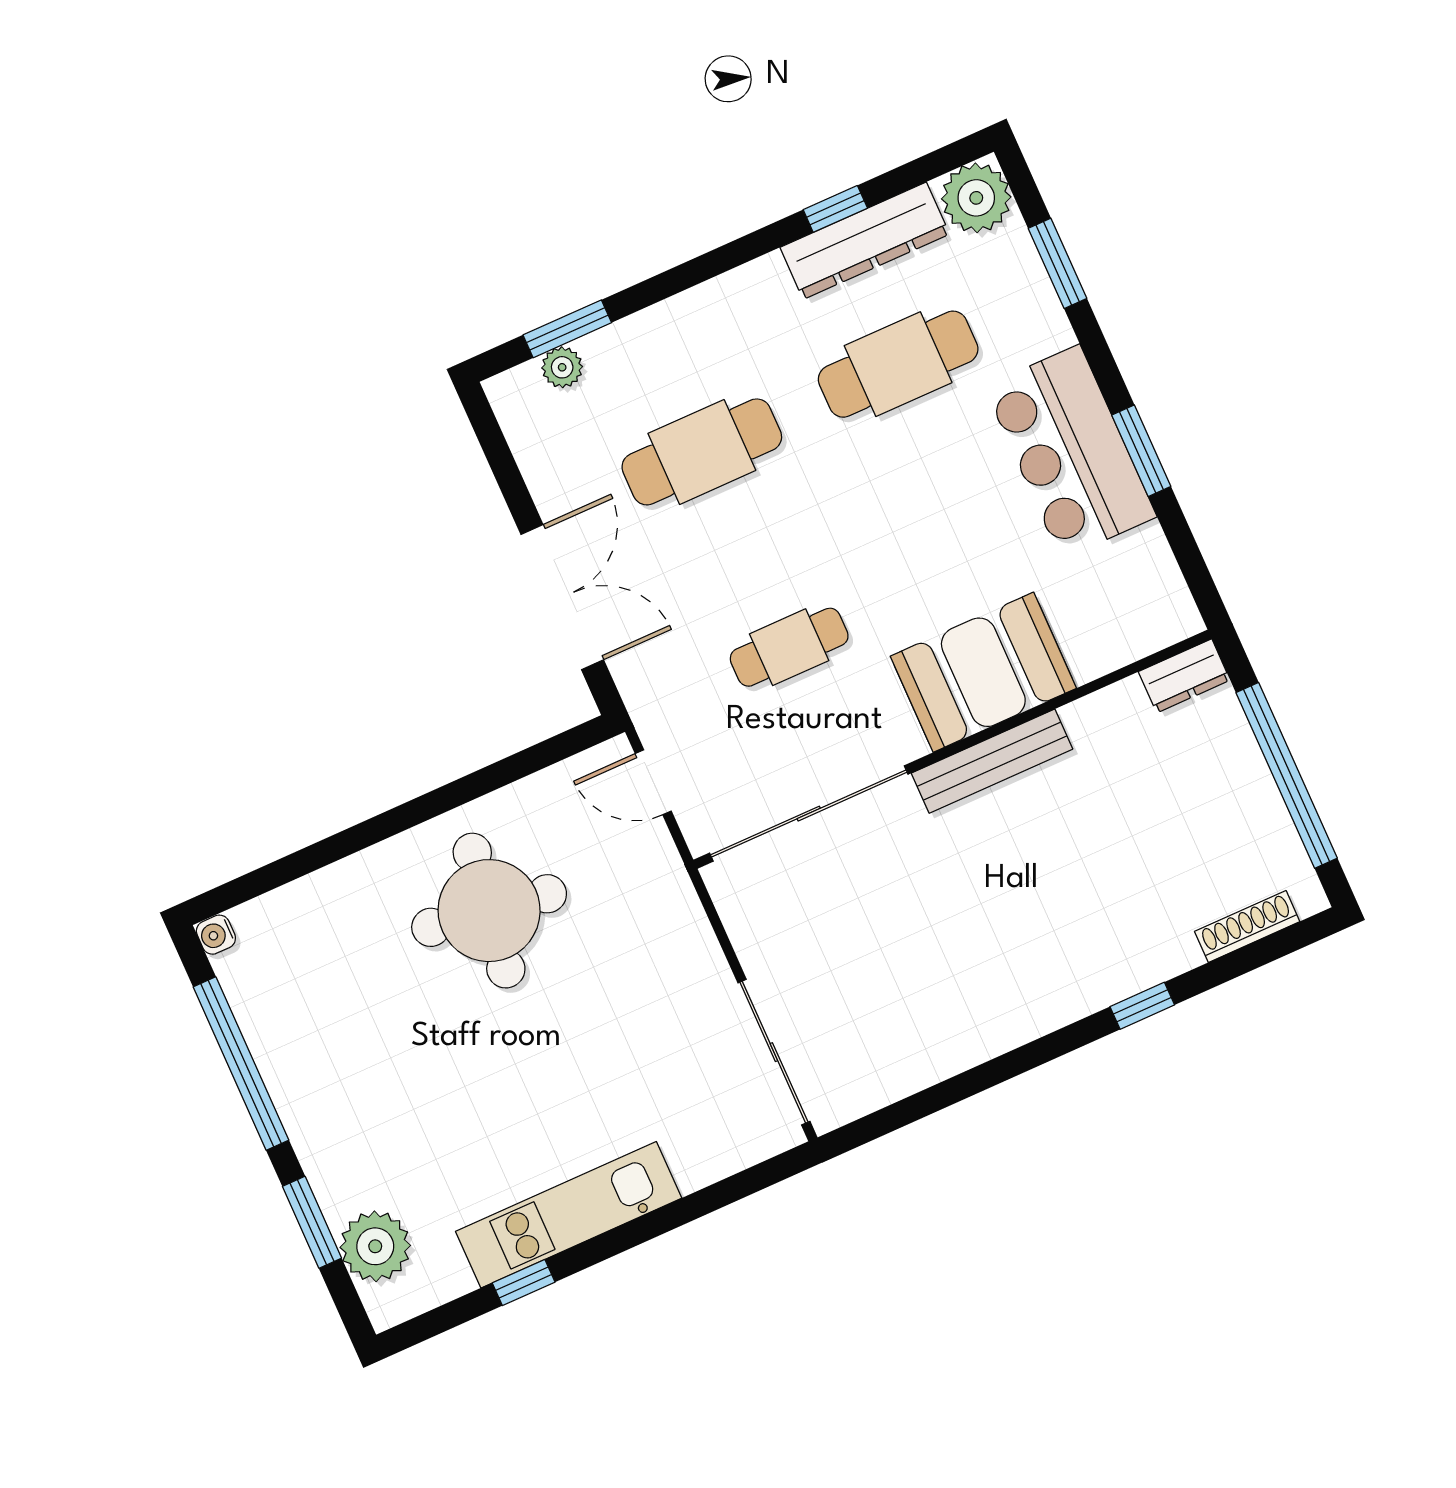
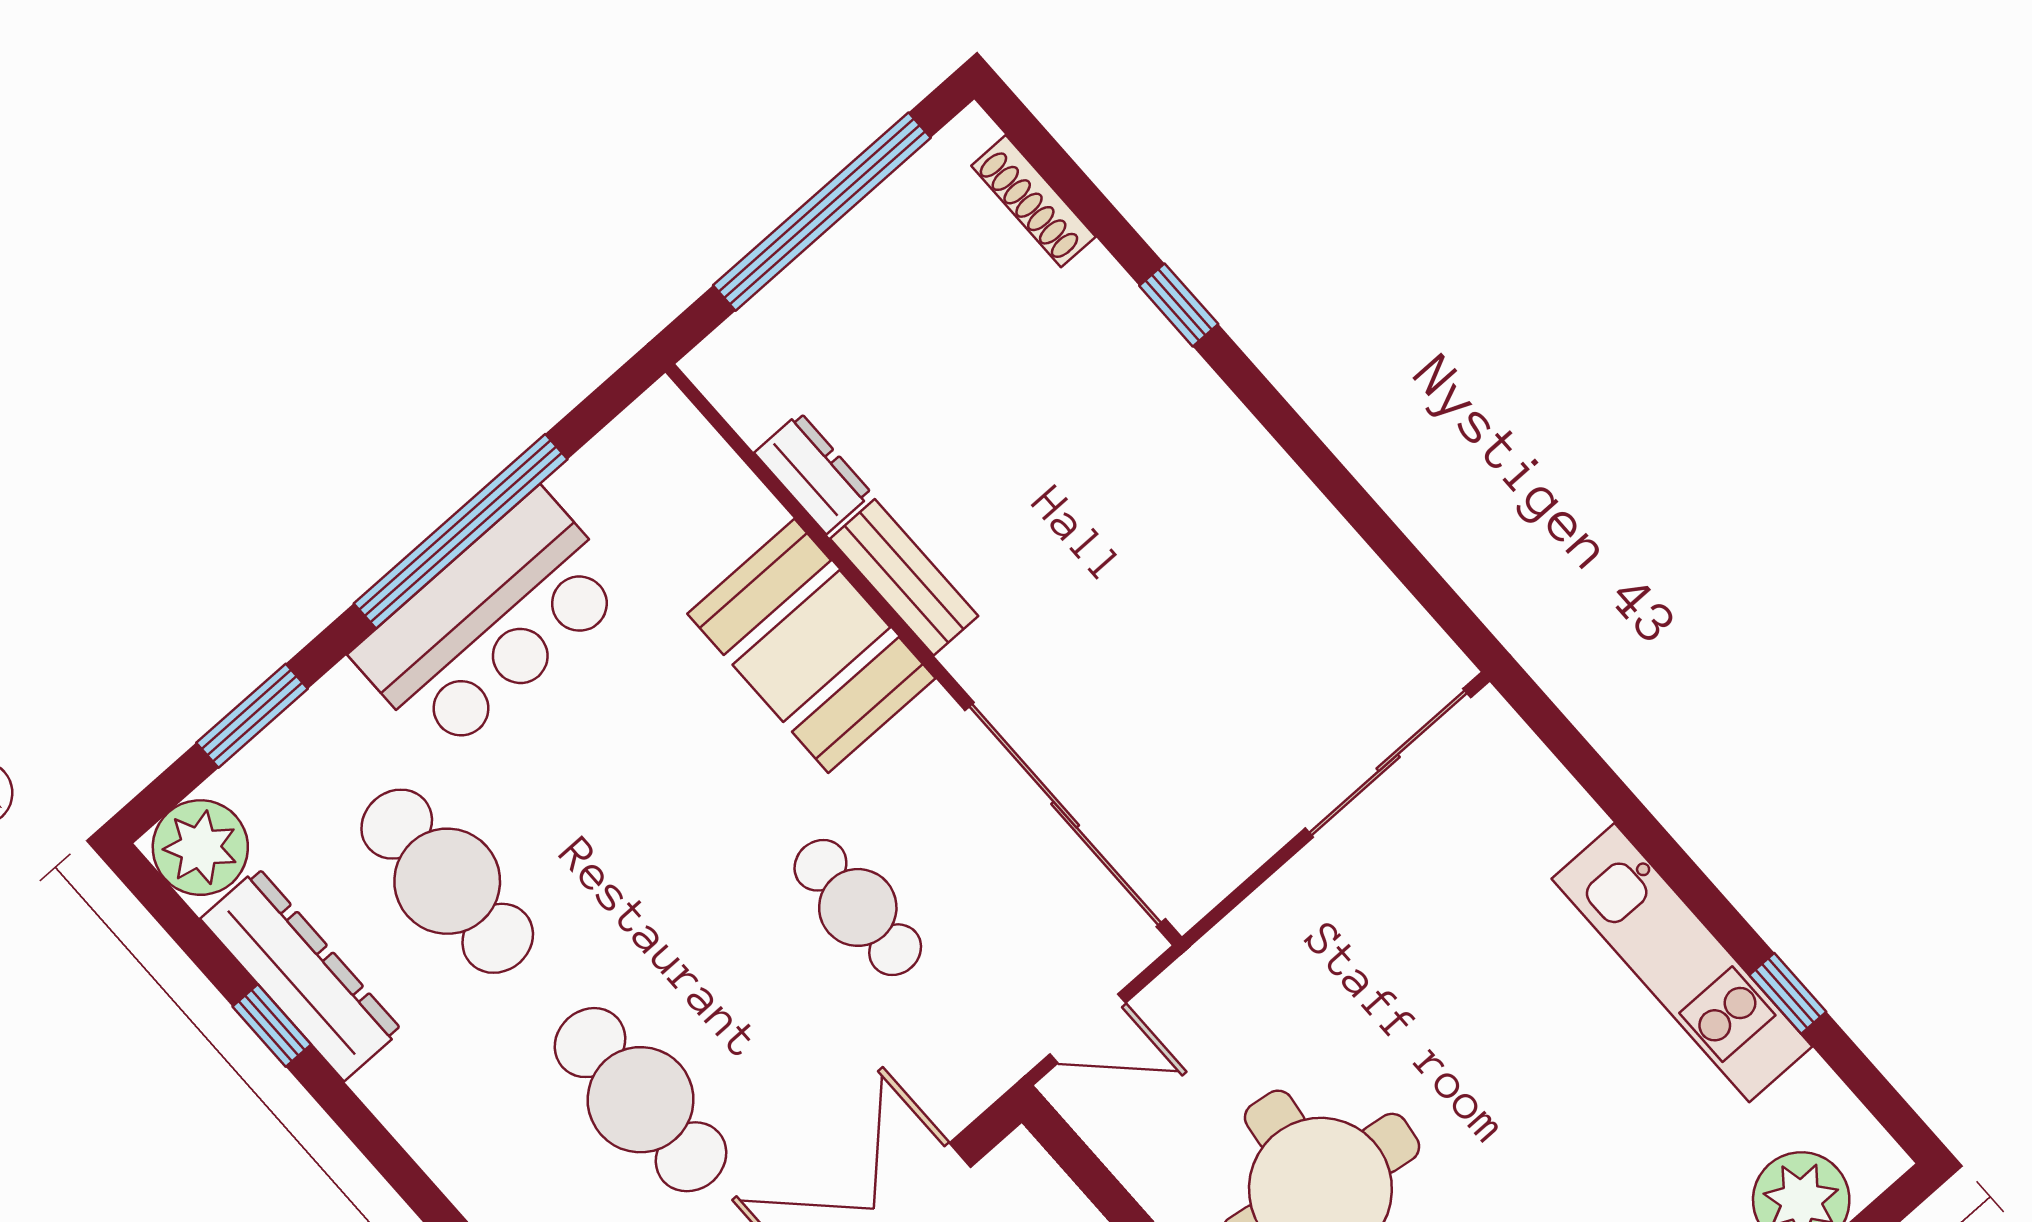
window: (1141, 451) -> (461, 531), width x2.11
dresser: (1184, 676) -> (813, 473), moved
bench: (992, 761) -> (904, 577), width x0.73
door: (653, 782) -> (1088, 1029), hinge flipped

